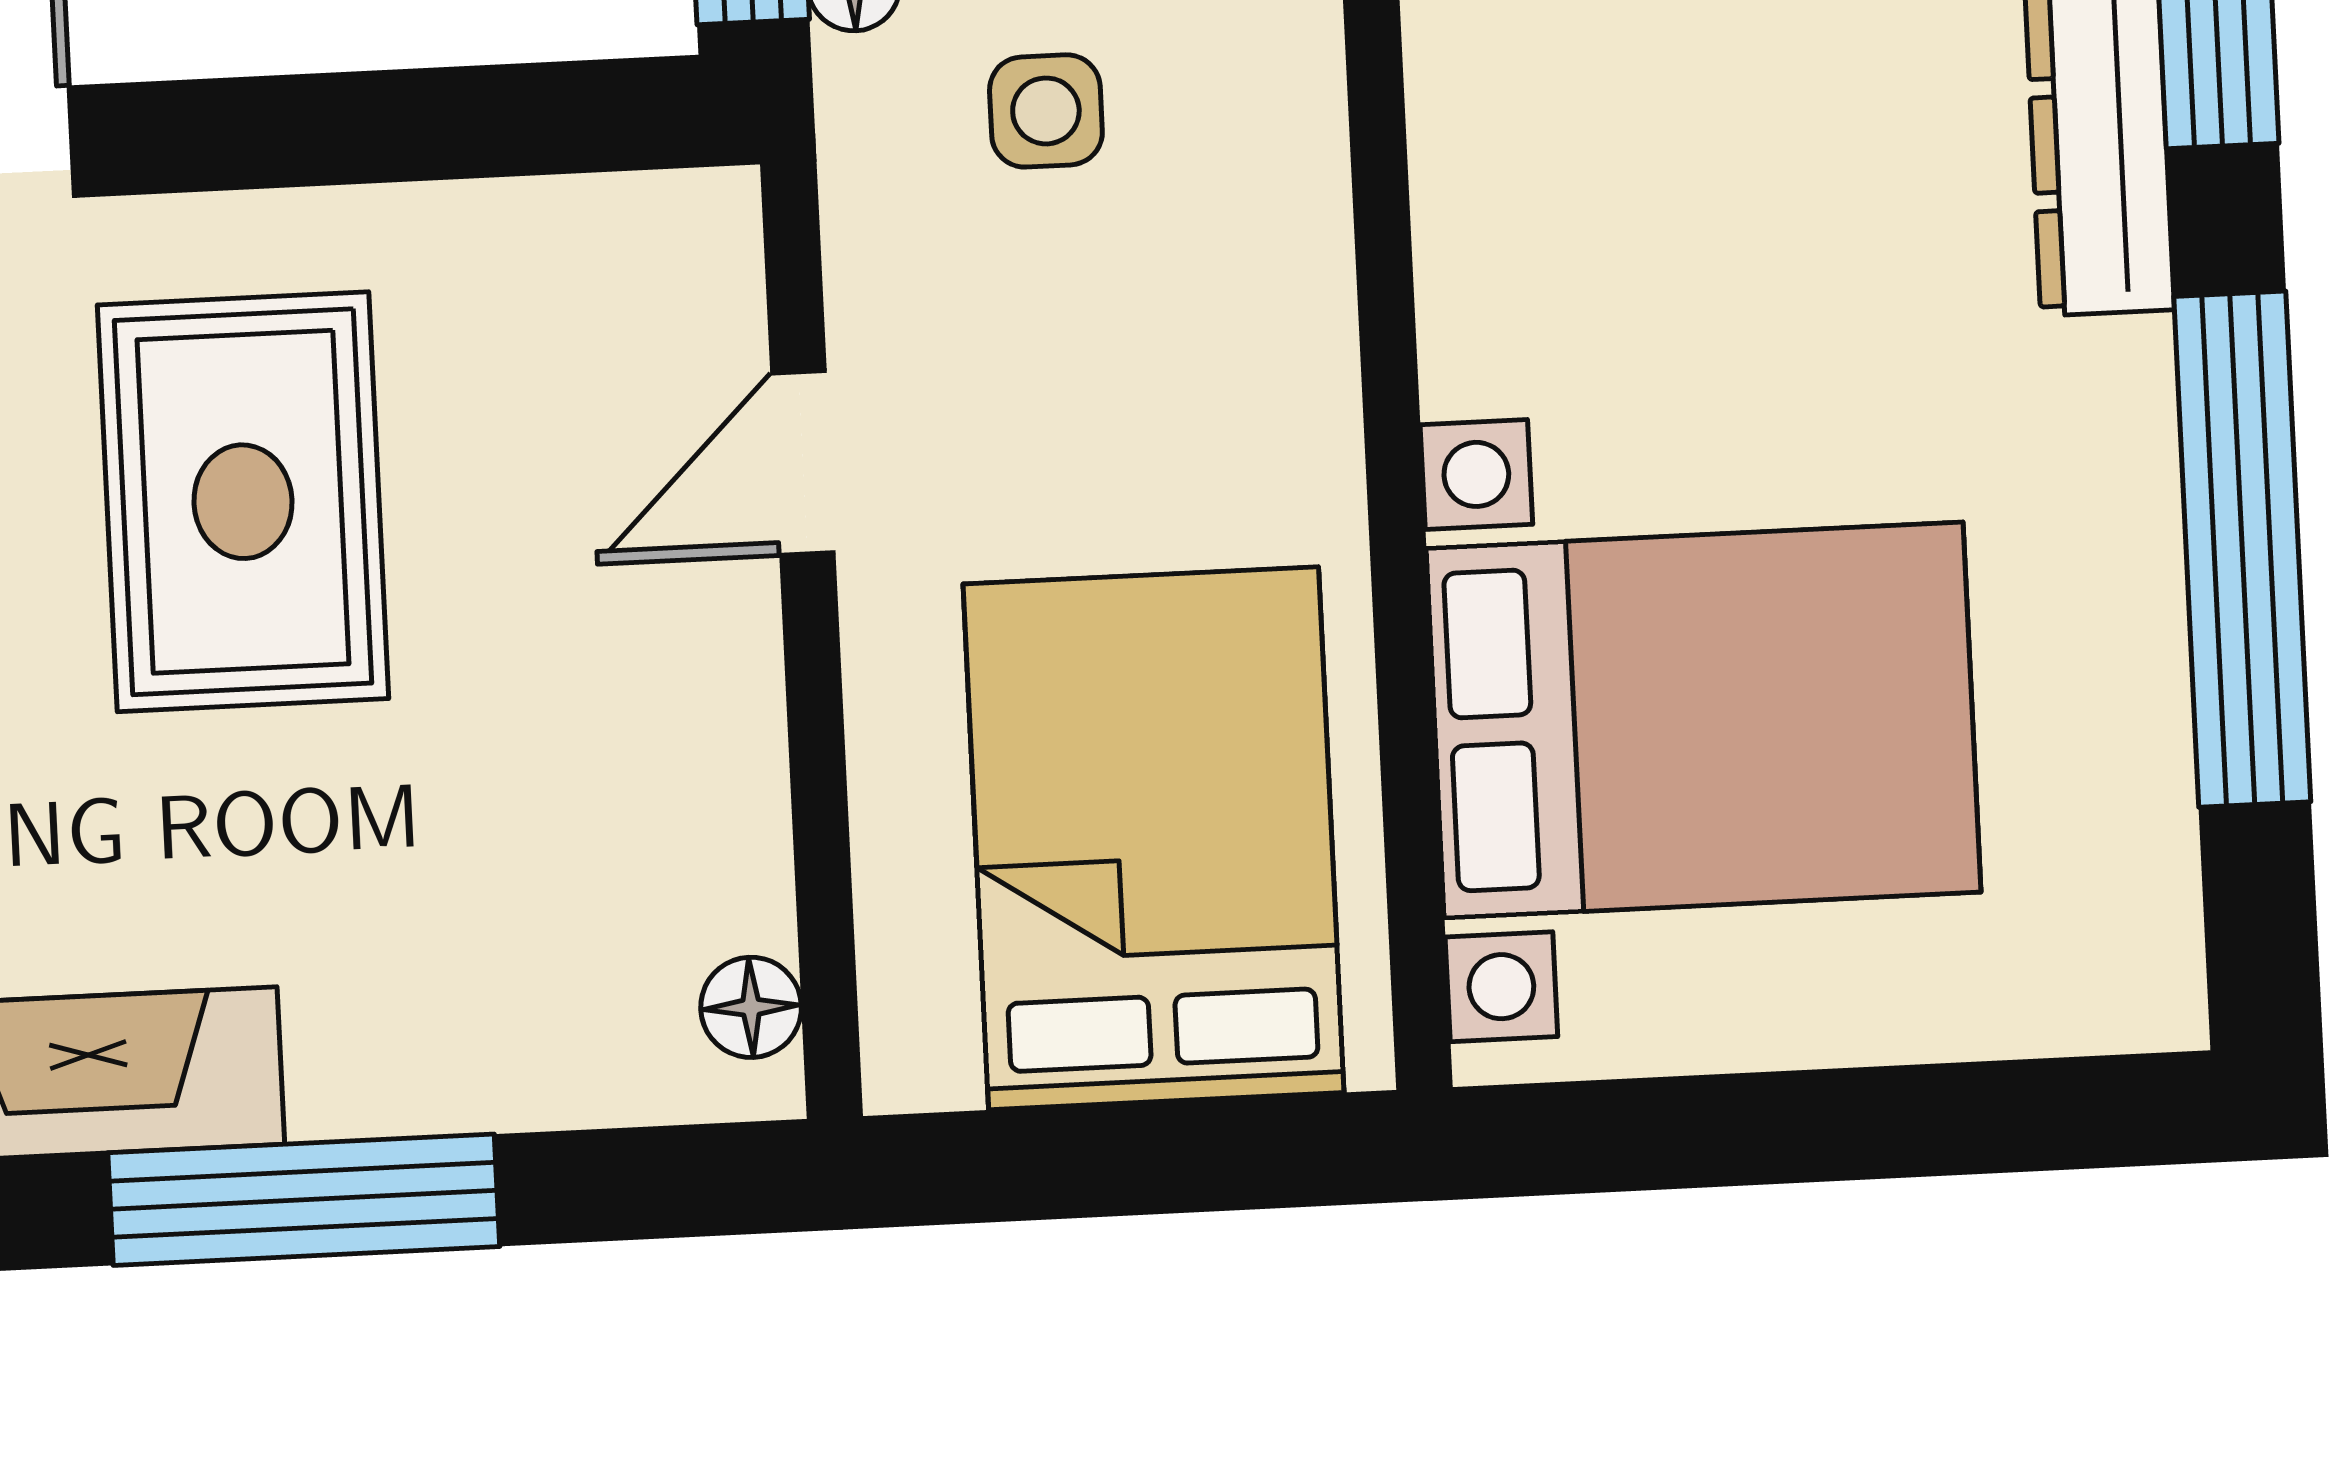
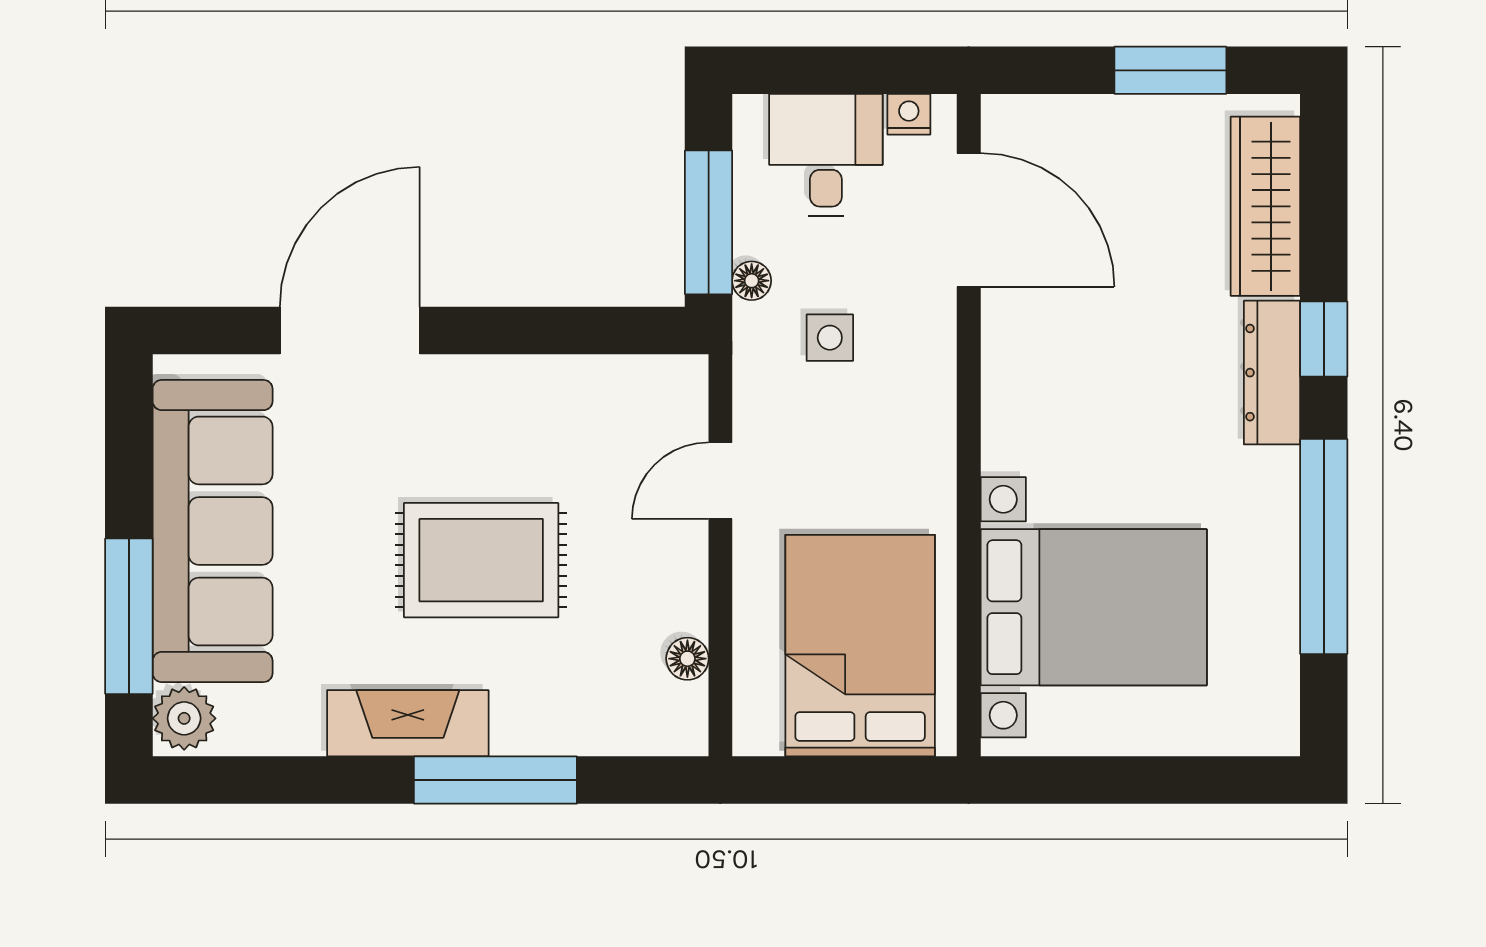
rug: (243, 502) -> (481, 560), moved, turned 90
floor lamp: (751, 1007) -> (687, 659), moved

